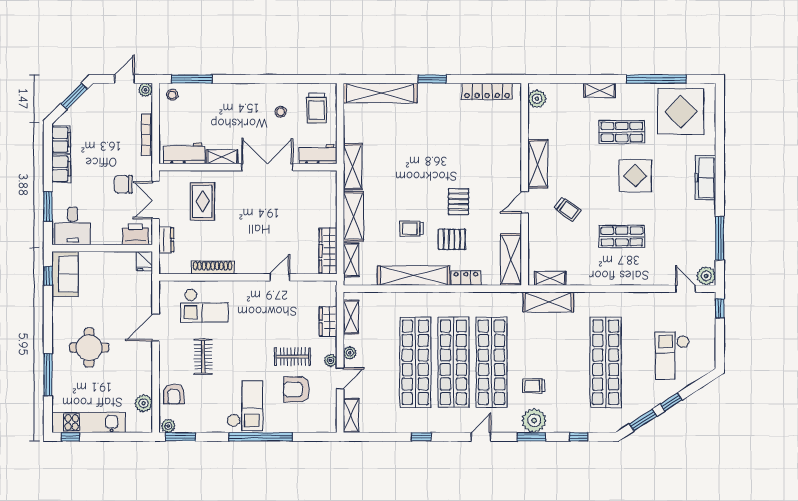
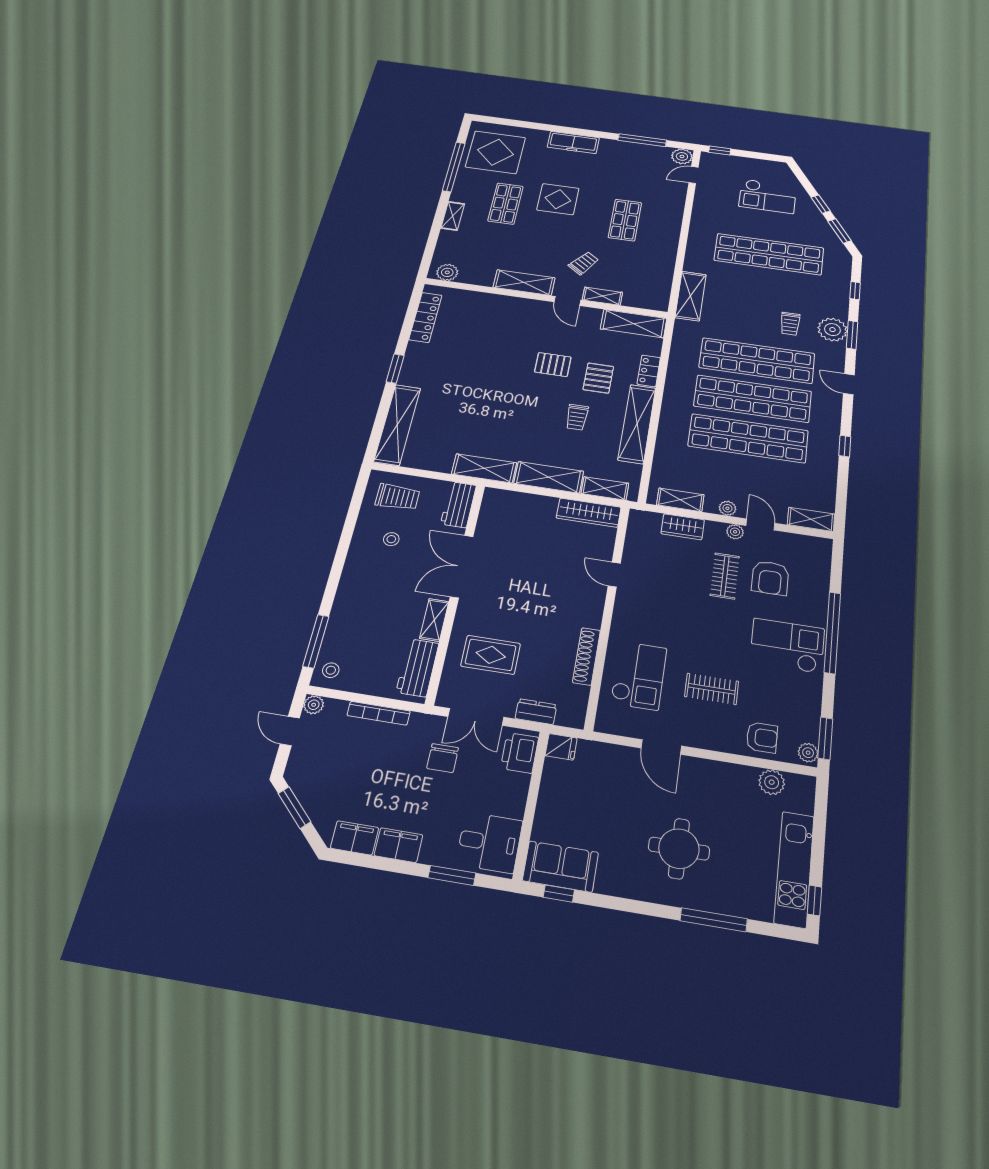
shelving: (550, 278) -> (602, 296), moved, turned 90

